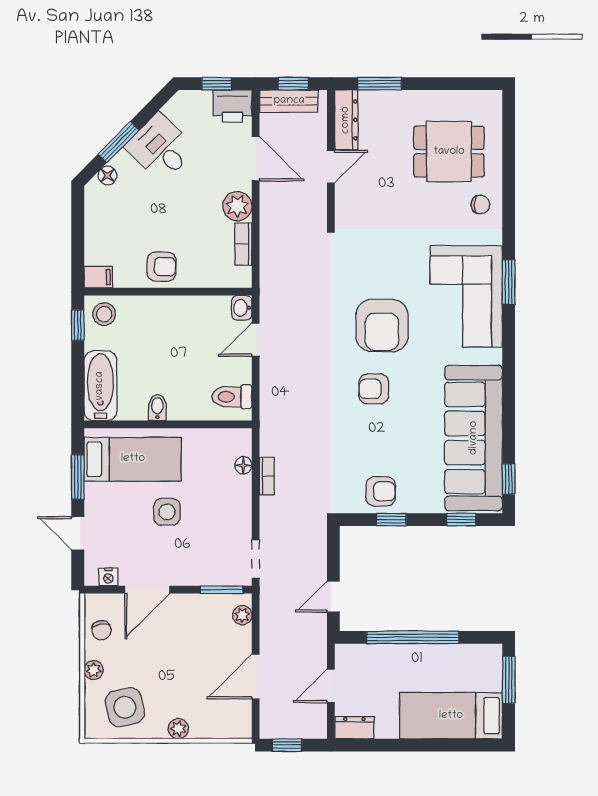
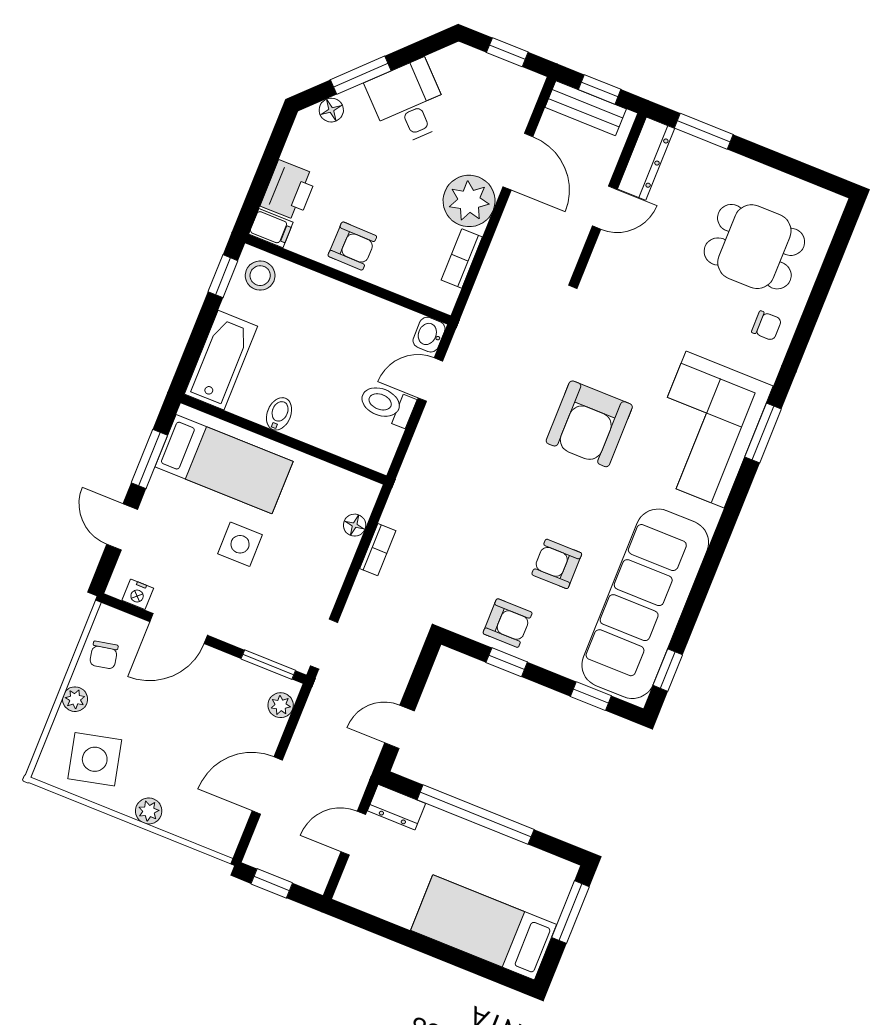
printer: (232, 106) -> (289, 190), moved, turned -90
plant: (237, 206) -> (469, 201), width x1.36, depth x1.36
armchair: (374, 389) -> (557, 564), moved
toilet: (232, 397) -> (387, 405), moved
dresser: (354, 728) -> (397, 807), moved, turned 180

